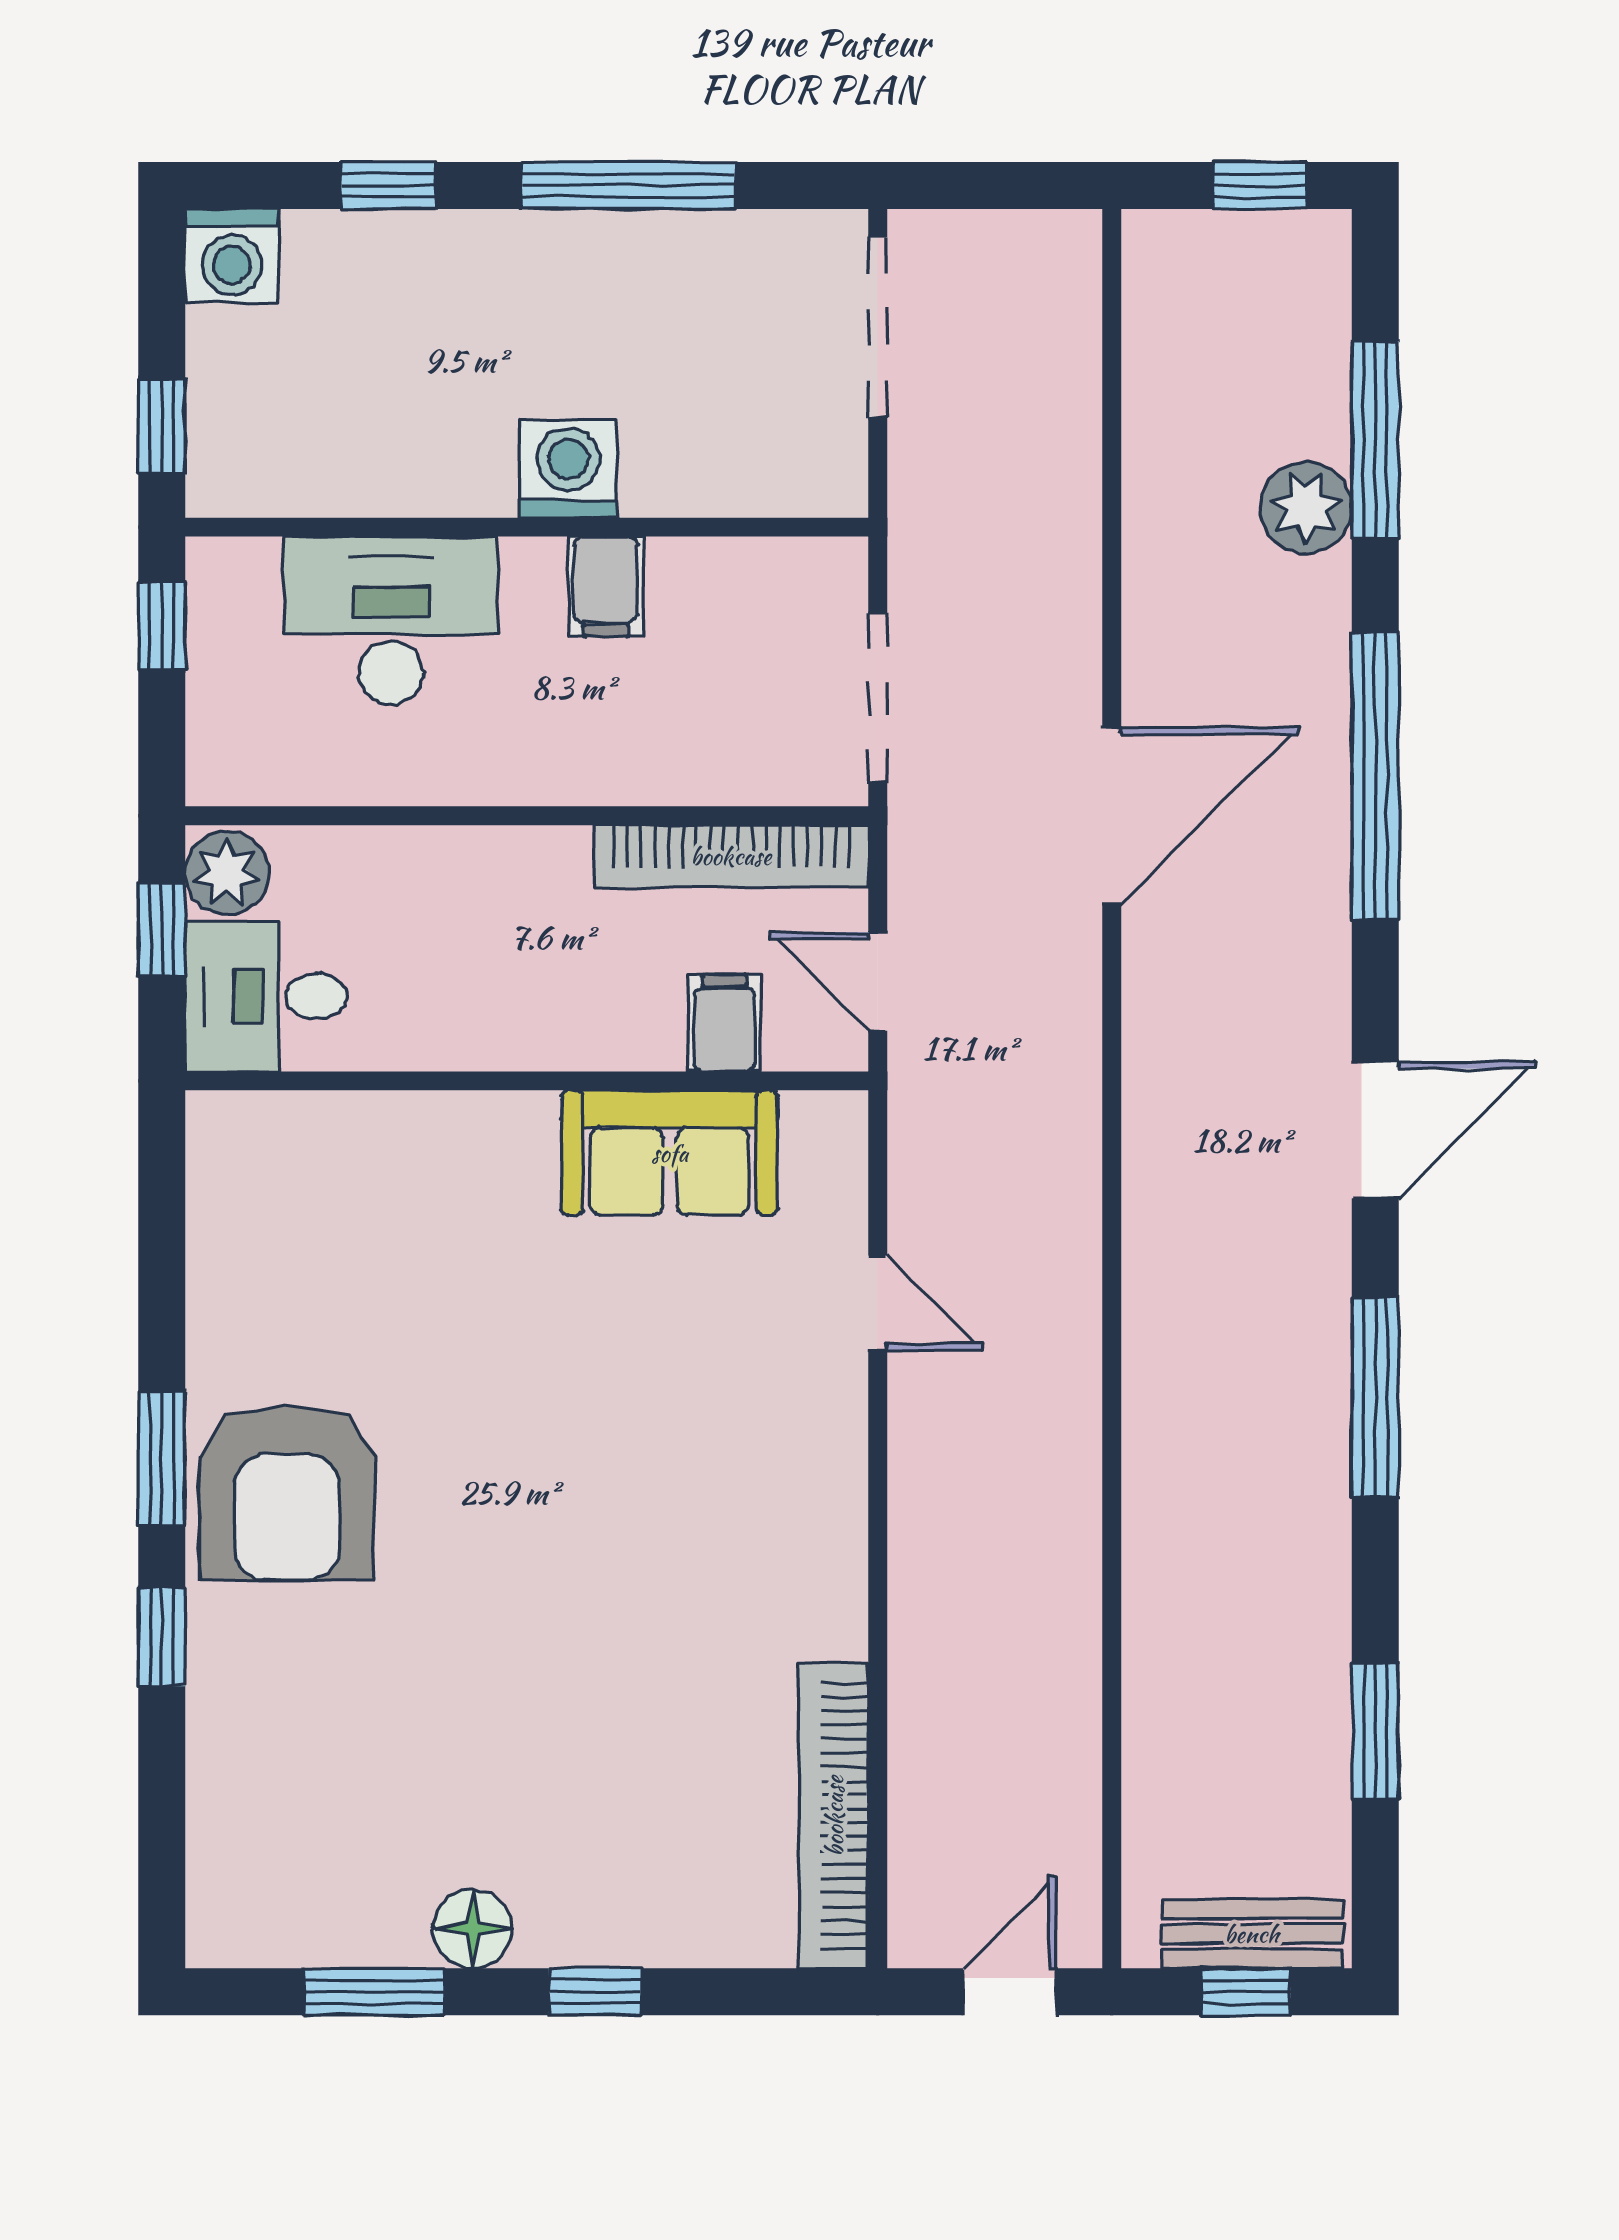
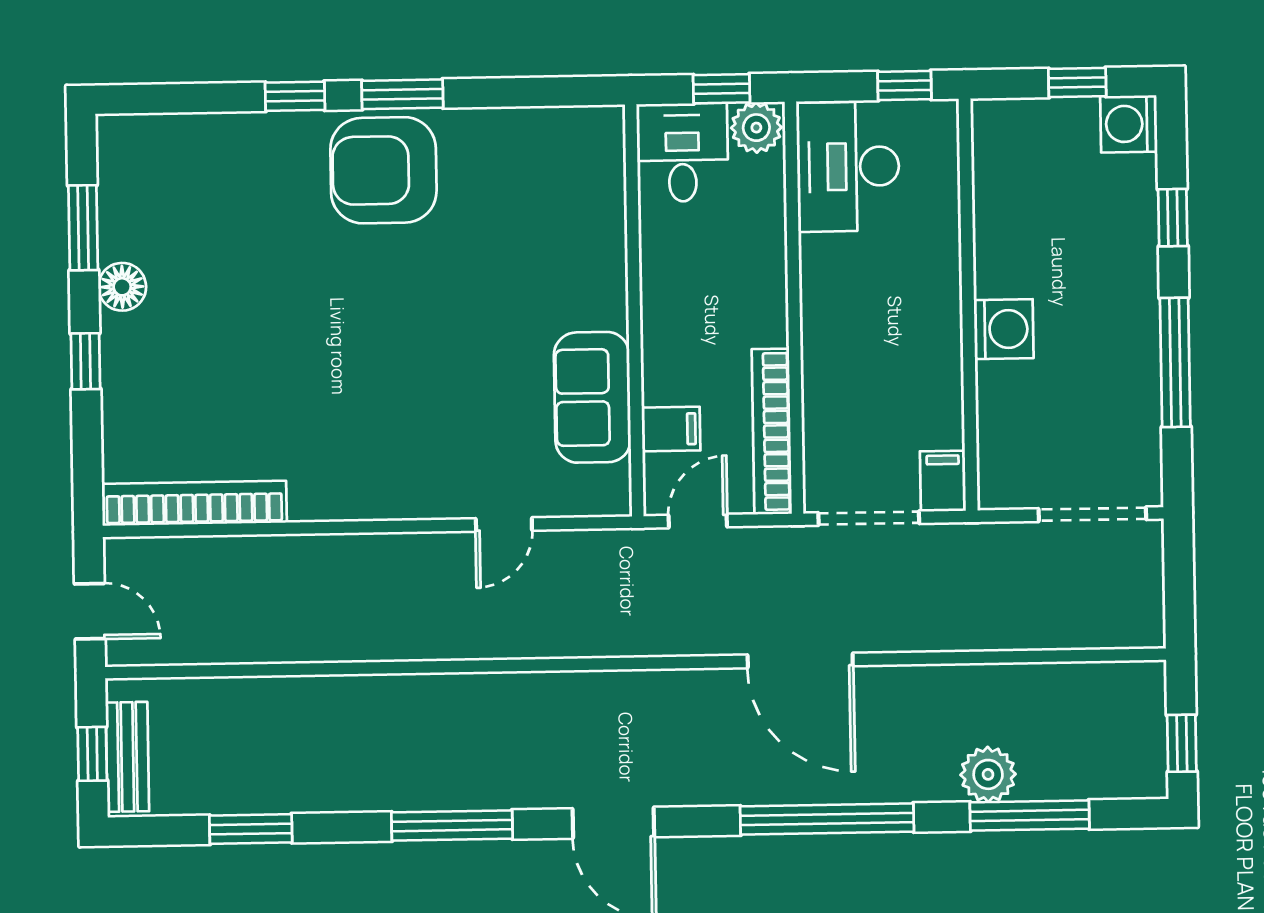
window: (162, 426) -> (1077, 83), moved
filing cabinet: (606, 586) -> (943, 481), moved, turned 90
desk: (391, 621) -> (848, 167), moved, turned 180

